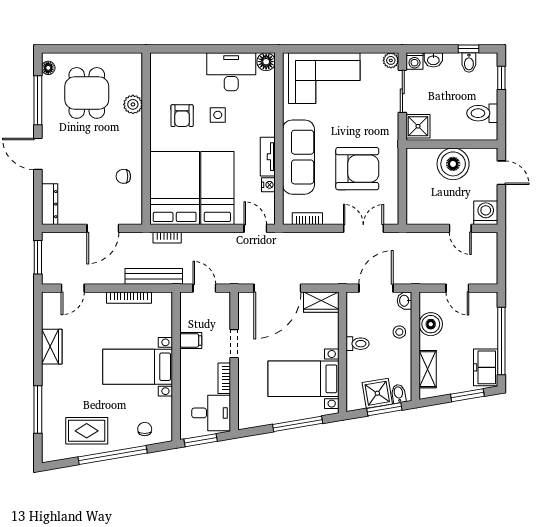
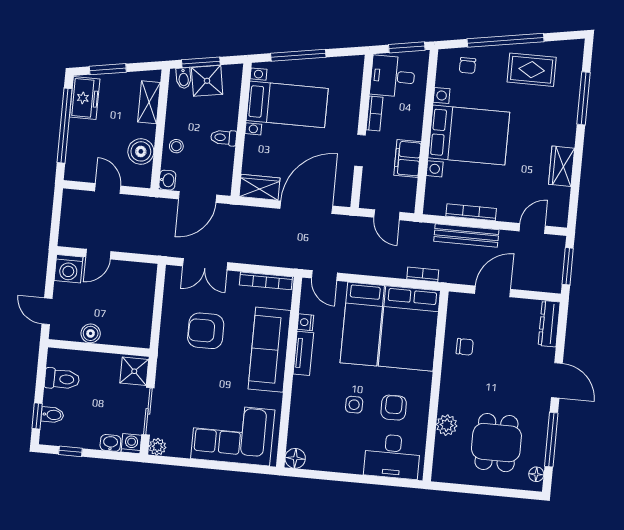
bidet: (469, 62) -> (52, 415), moved, turned 90
desk: (231, 72) -> (392, 456), moved
boiler: (453, 164) -> (91, 333), width x0.54, depth x0.54
armchair: (357, 169) -> (206, 331), width x0.73, depth x0.73
bookcase: (307, 219) -> (266, 281), width x1.56
door: (460, 228) -> (98, 254), swing flipped
bench: (154, 276) -> (466, 235), moved
filing cabinet: (191, 340) -> (408, 159), width x2.00
bed with nightstands: (138, 367) -> (469, 135), width x1.36

